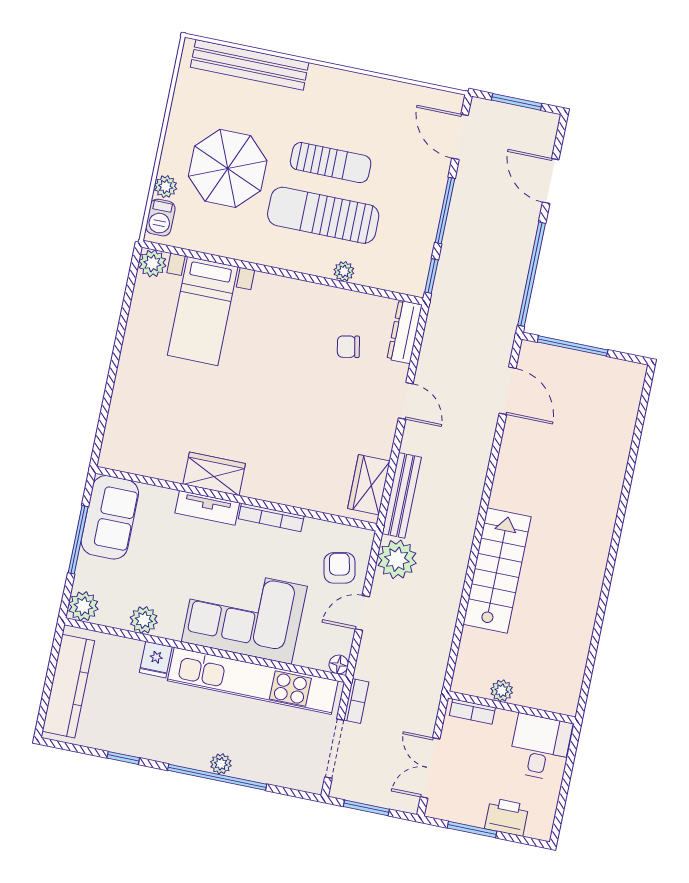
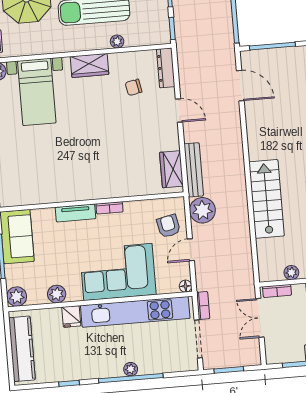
wardrobe: (214, 474) -> (89, 65), moved, turned 180
bookcase: (271, 517) -> (109, 208), width x0.64
double door: (430, 768) -> (260, 318), moved

